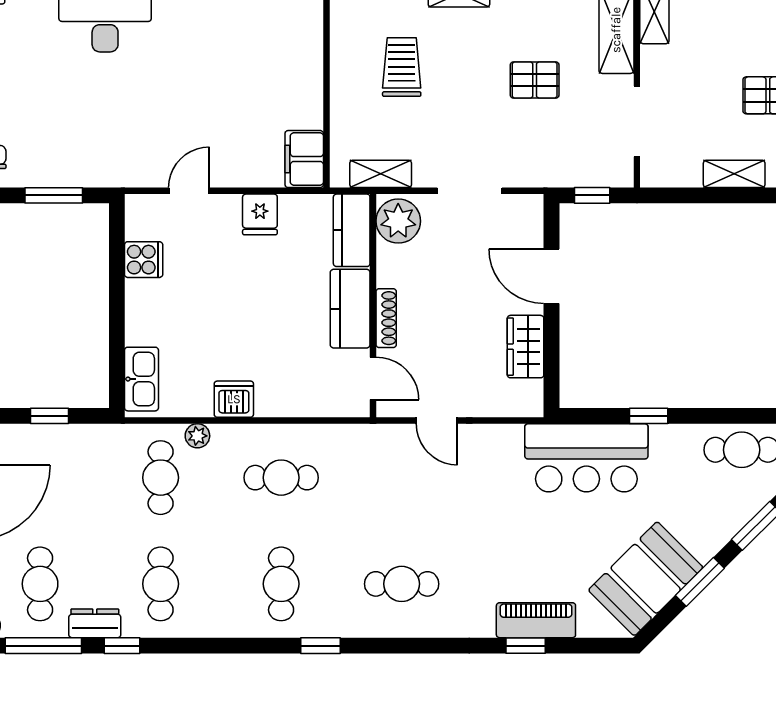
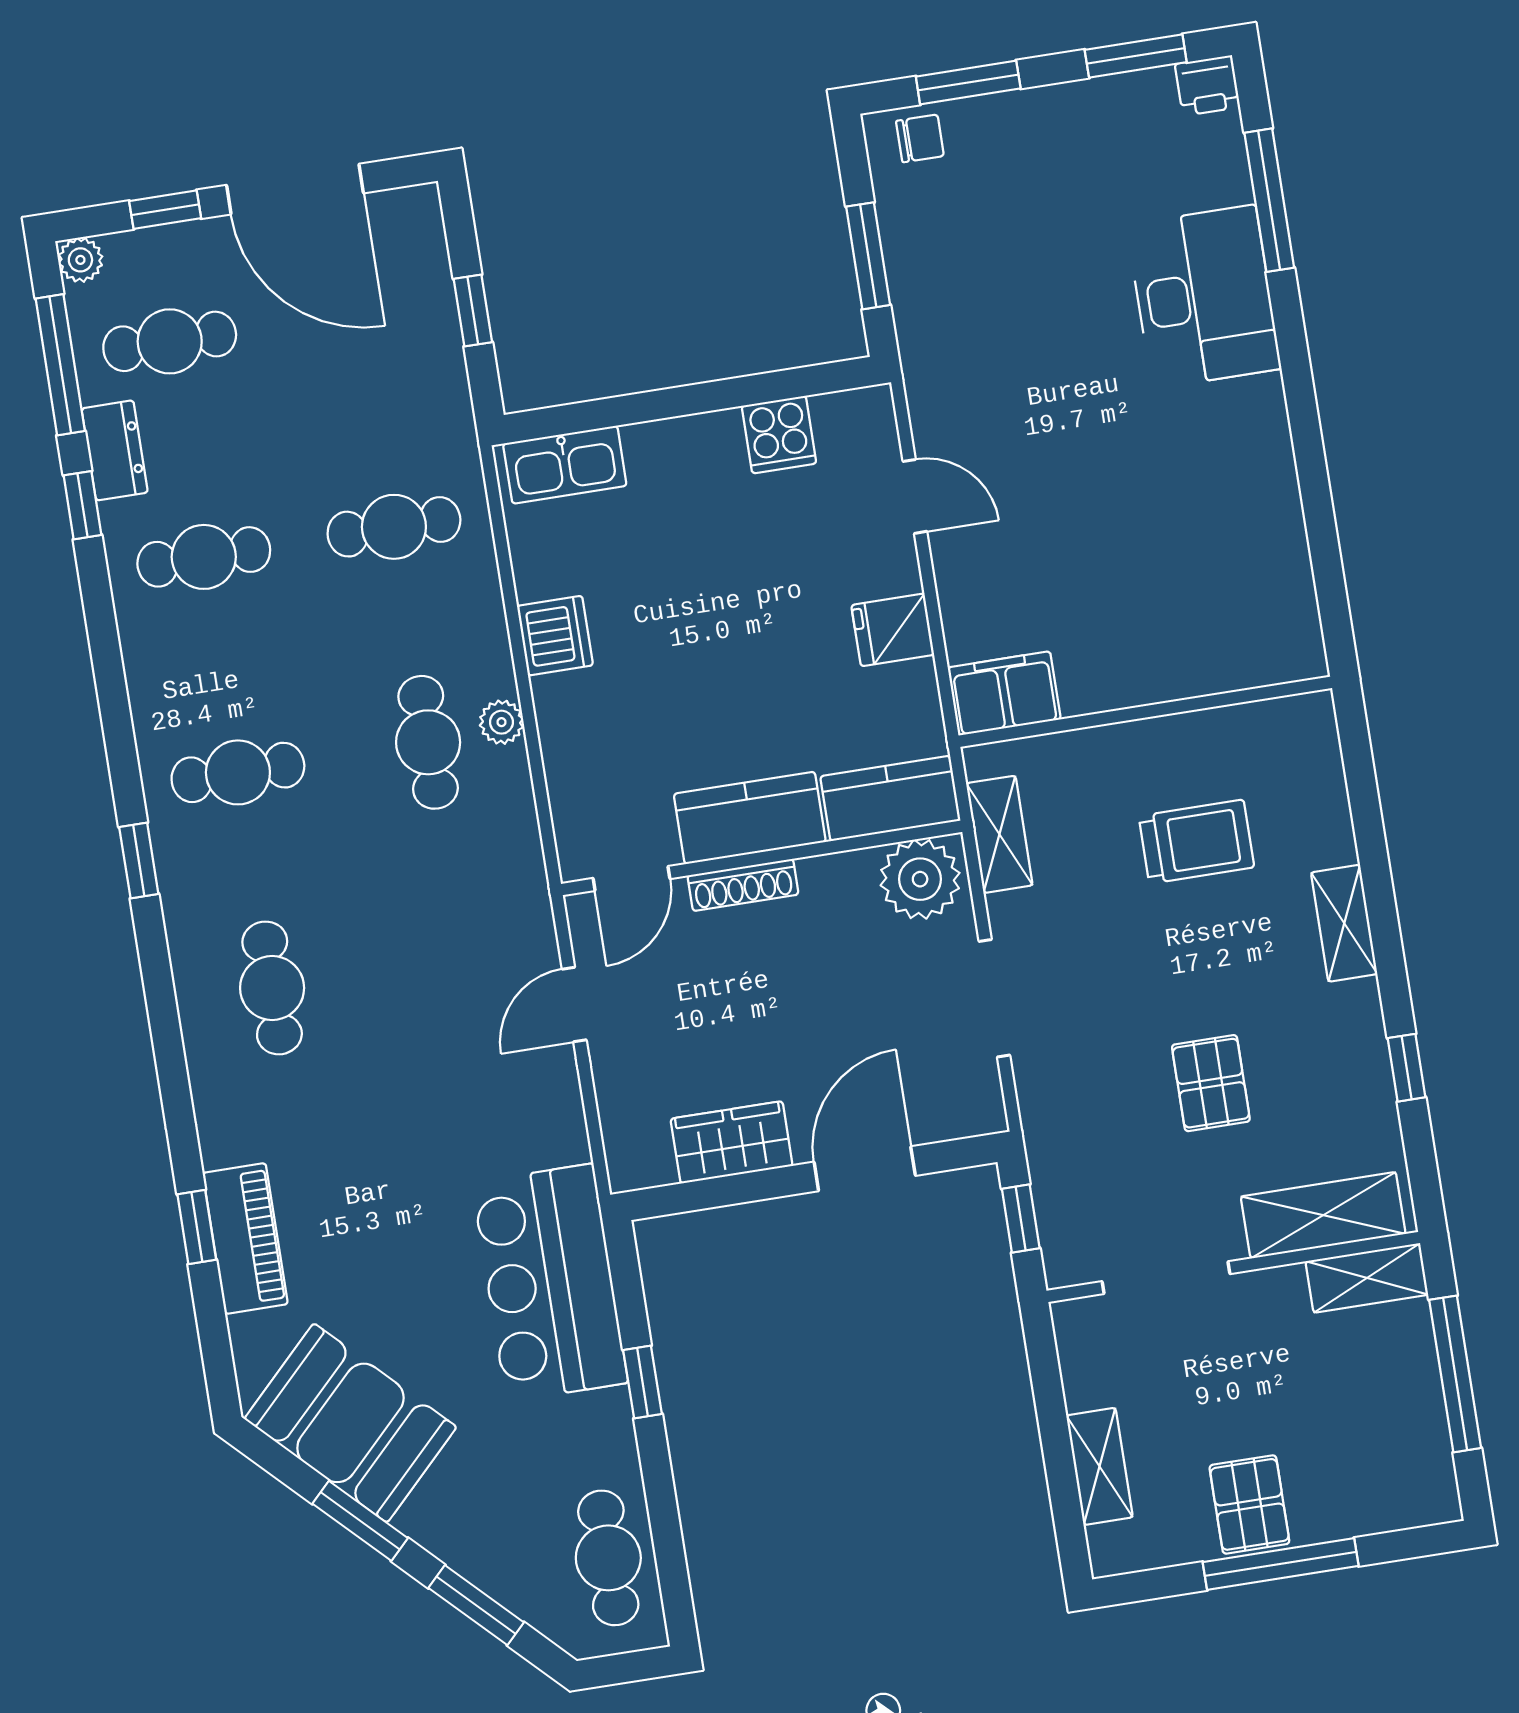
plant: (197, 436) -> (501, 722), moved

